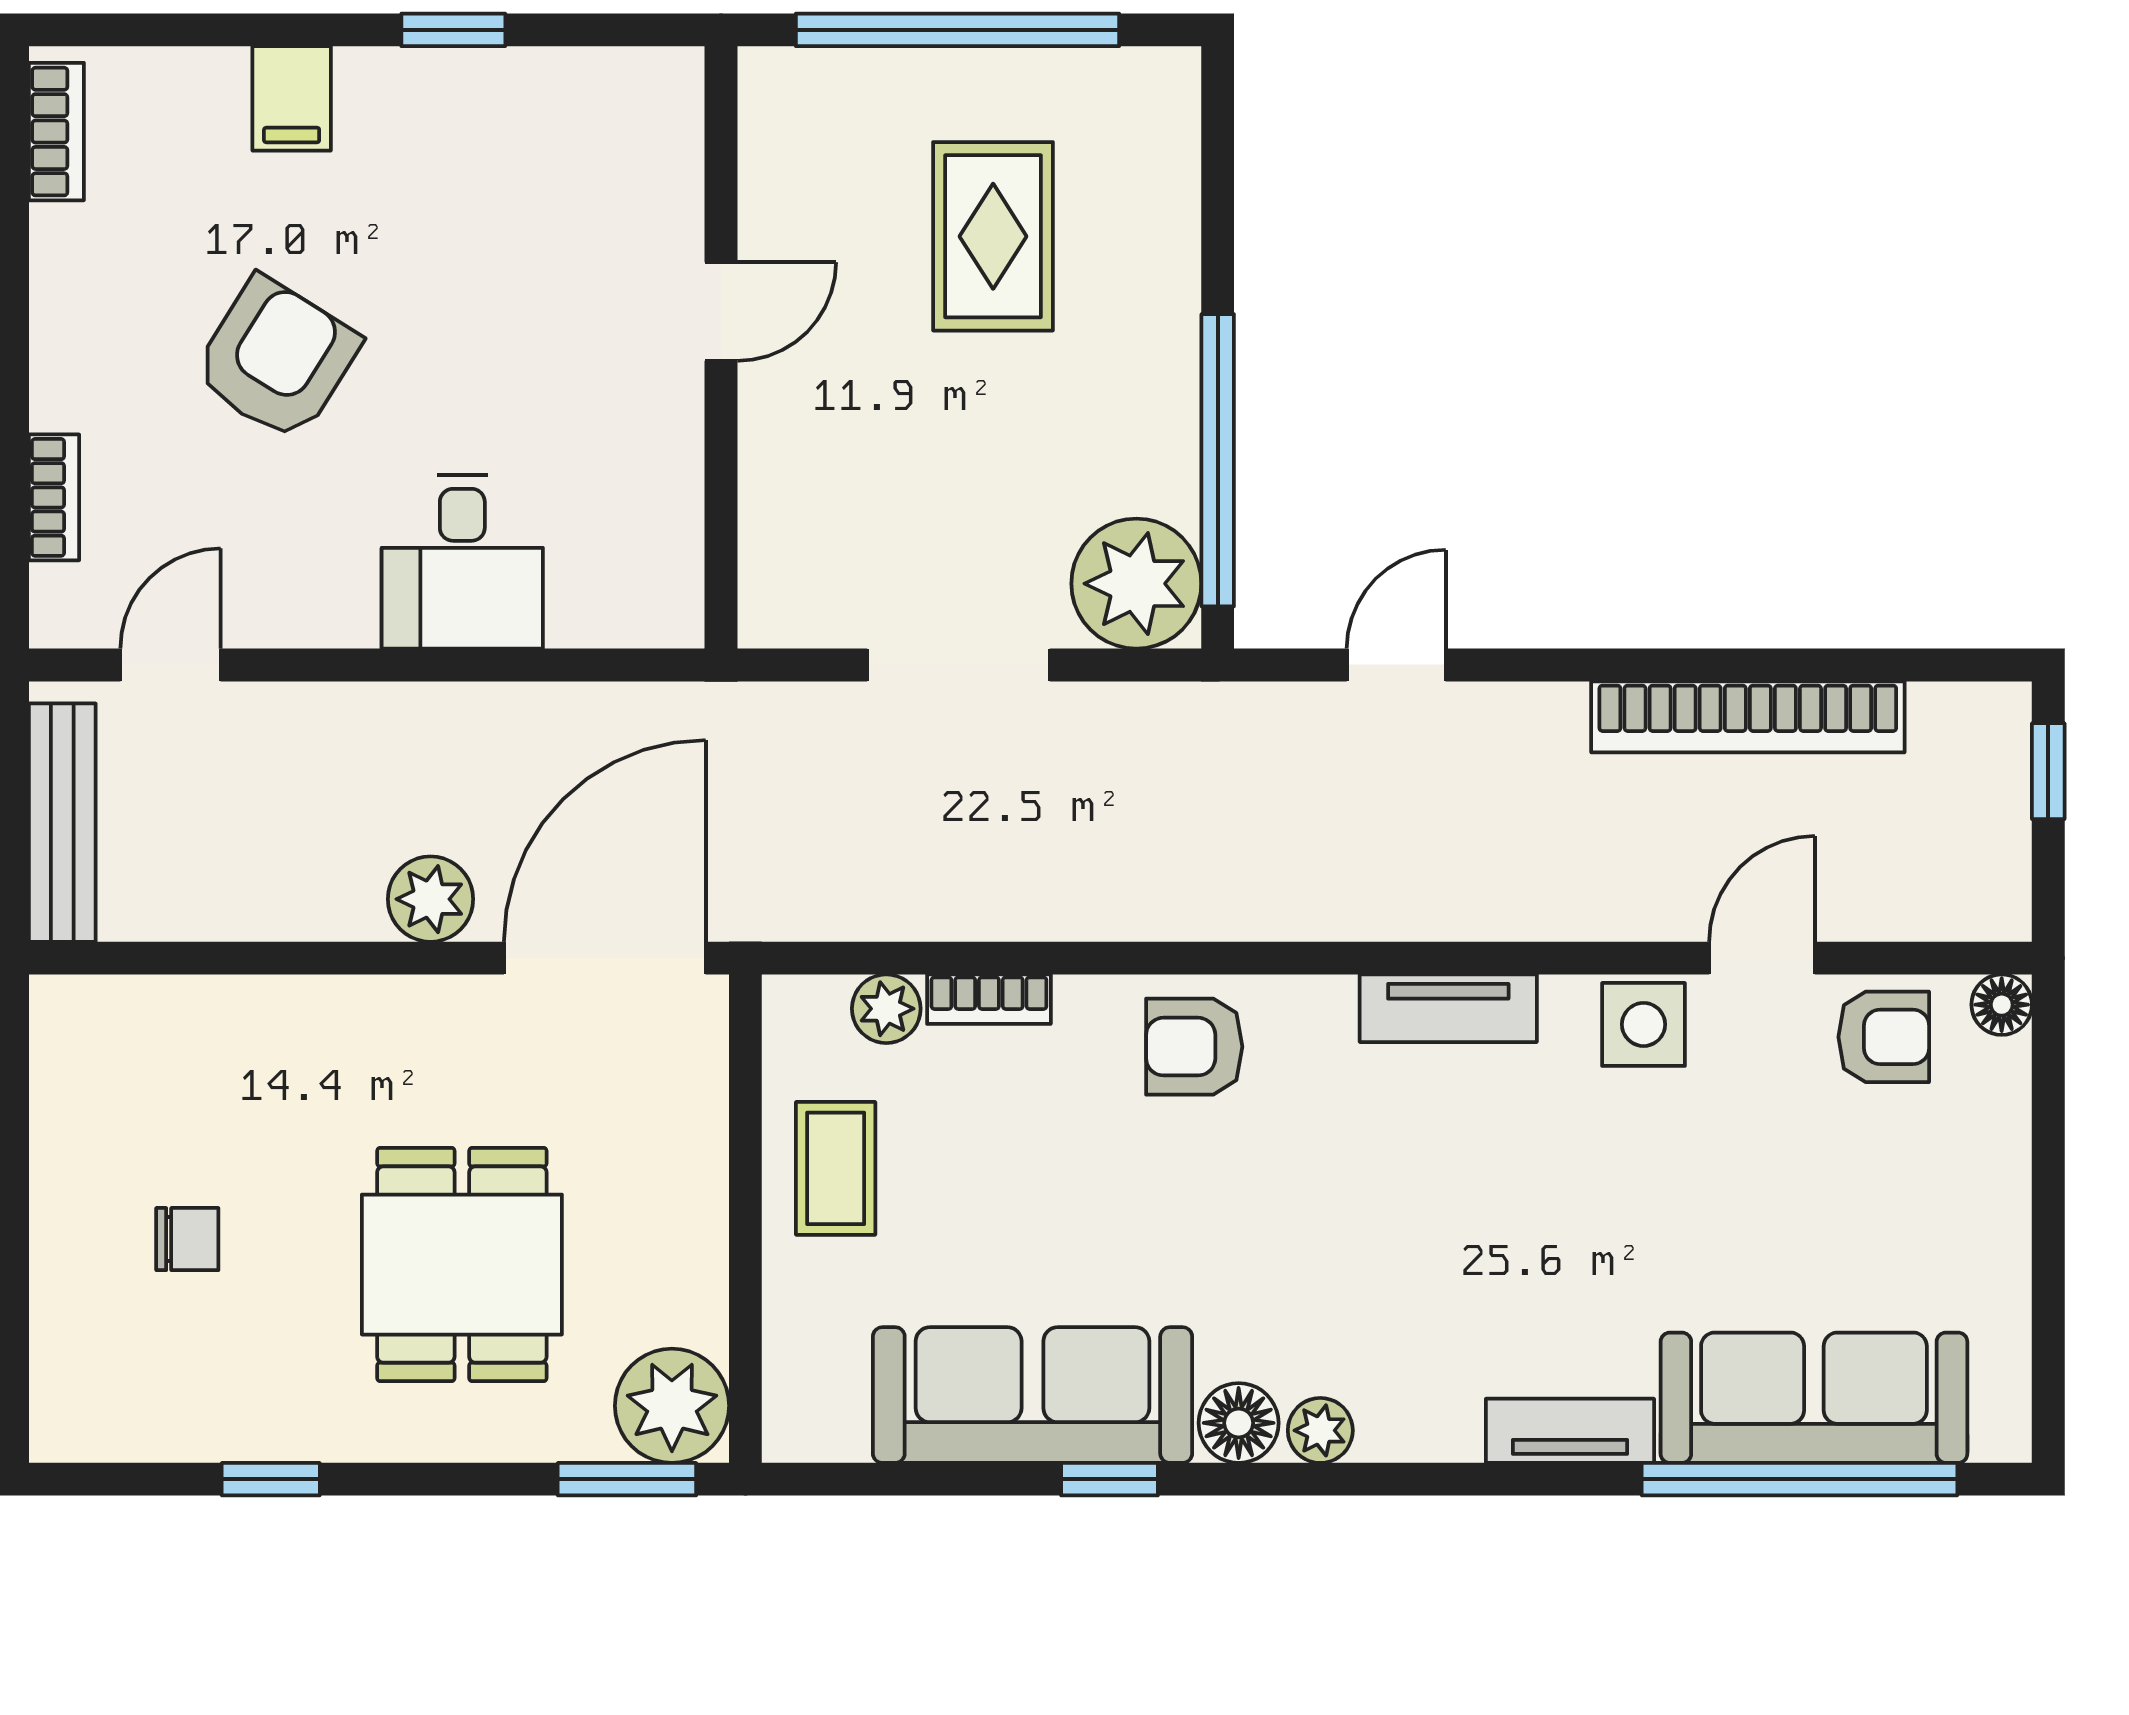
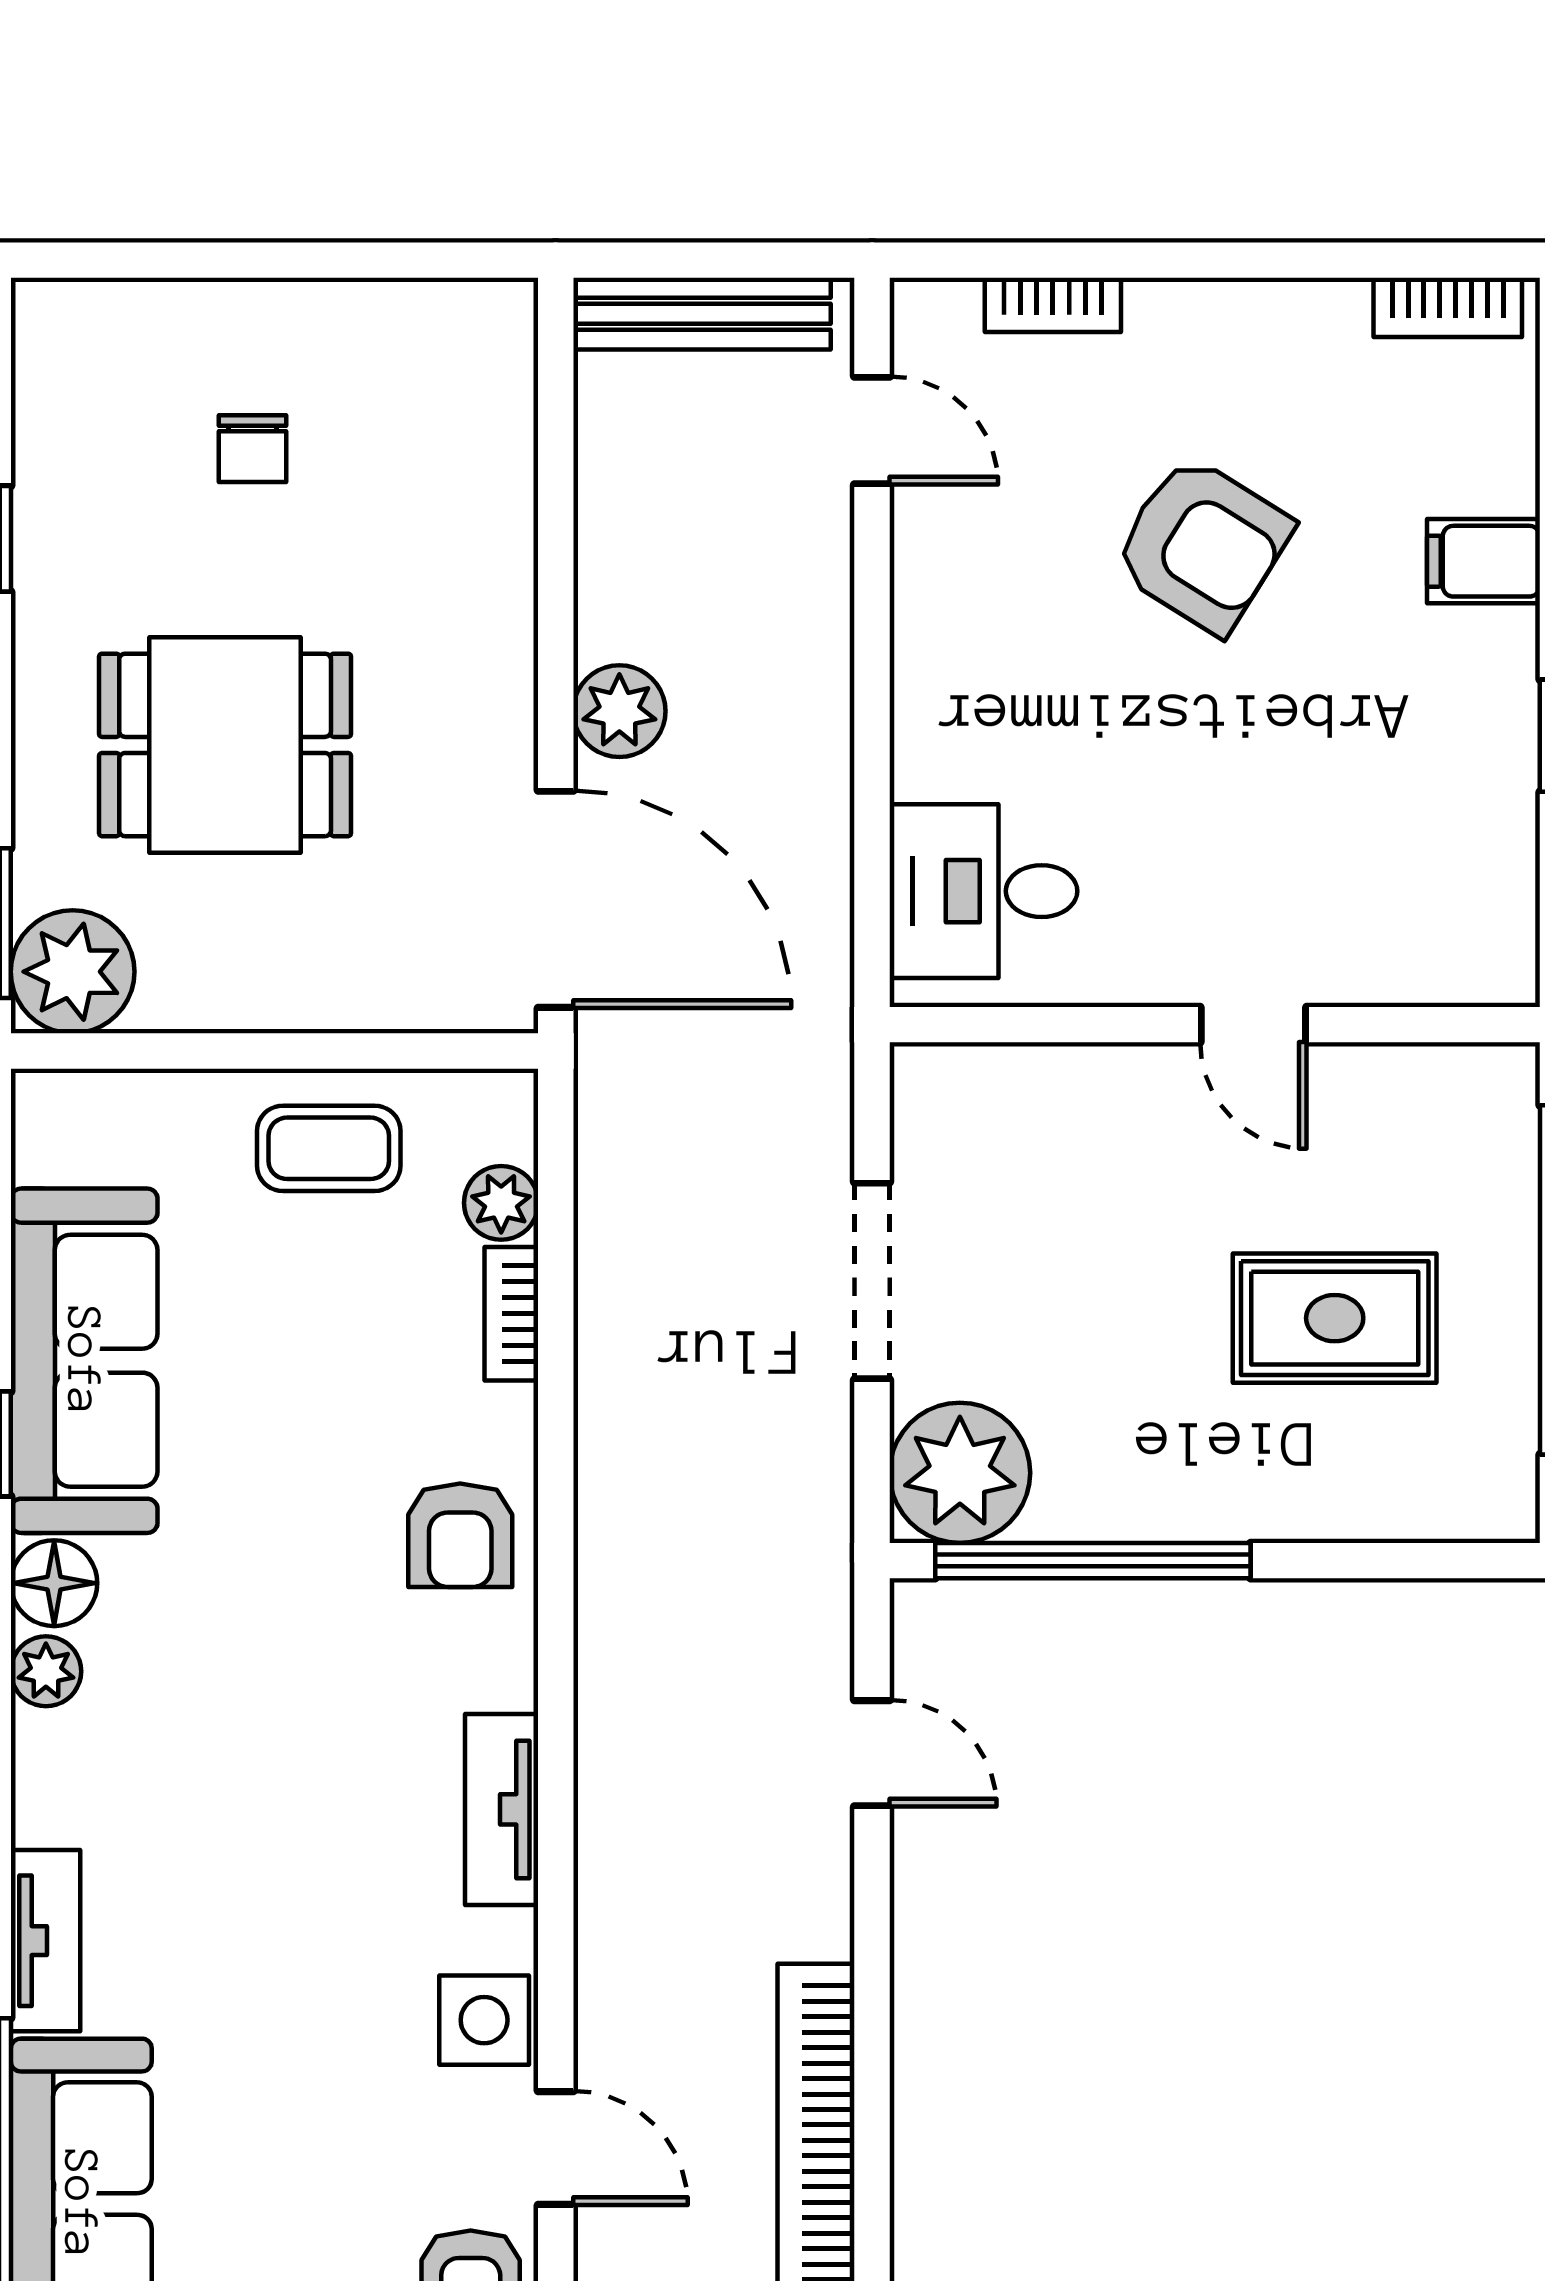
desk: (462, 562) -> (983, 891), moved
armchair: (1194, 1047) -> (460, 1535), turned 180

